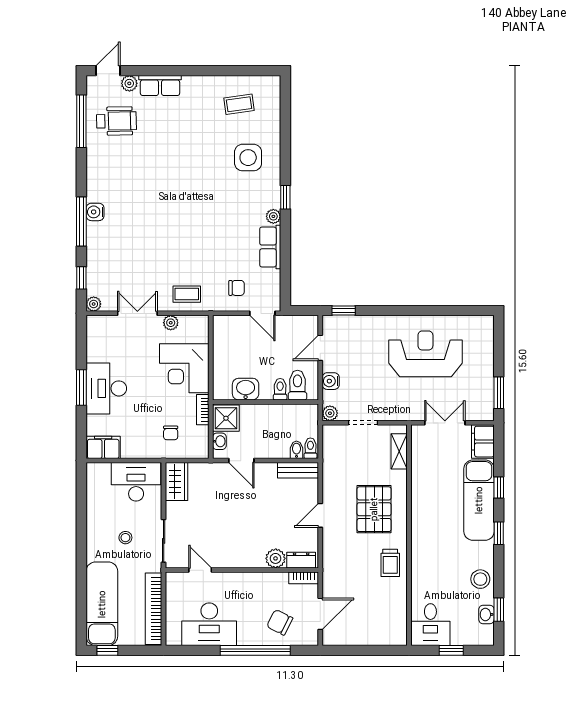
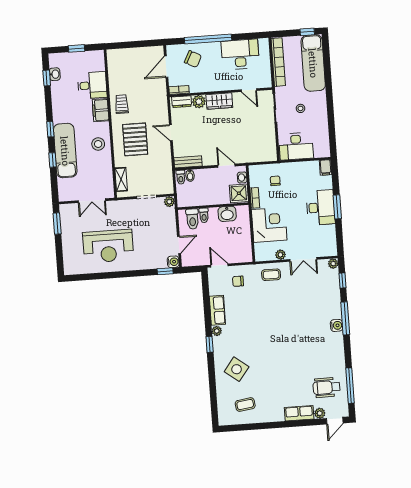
side table: (248, 158) -> (237, 369), turned 37
water cooler: (331, 381) -> (173, 262), moved
filing cabinet: (483, 442) -> (101, 110), moved, turned 180
filing cabinet: (103, 447) -> (325, 167), width x0.50
wardrobe: (177, 482) -> (219, 101), moved, turned -90
door: (320, 515) -> (171, 133), swing flipped
stool: (480, 579) -> (98, 144), moved
desk: (430, 625) -> (92, 85), moved, turned 90

